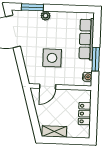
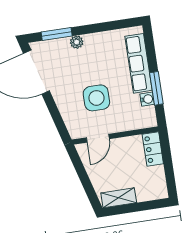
water cooler: (87, 77) -> (147, 99), moved
locker: (85, 114) -> (153, 149), moved

